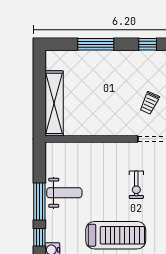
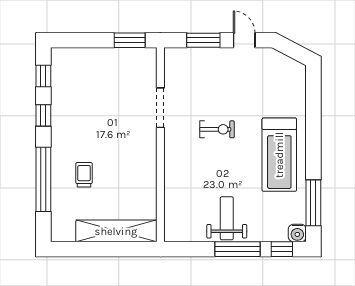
window: (96, 44) -> (43, 179), width x1.46
trolley: (149, 103) -> (84, 175), moved, turned -115
treadmill: (116, 235) -> (279, 155), turned 180

